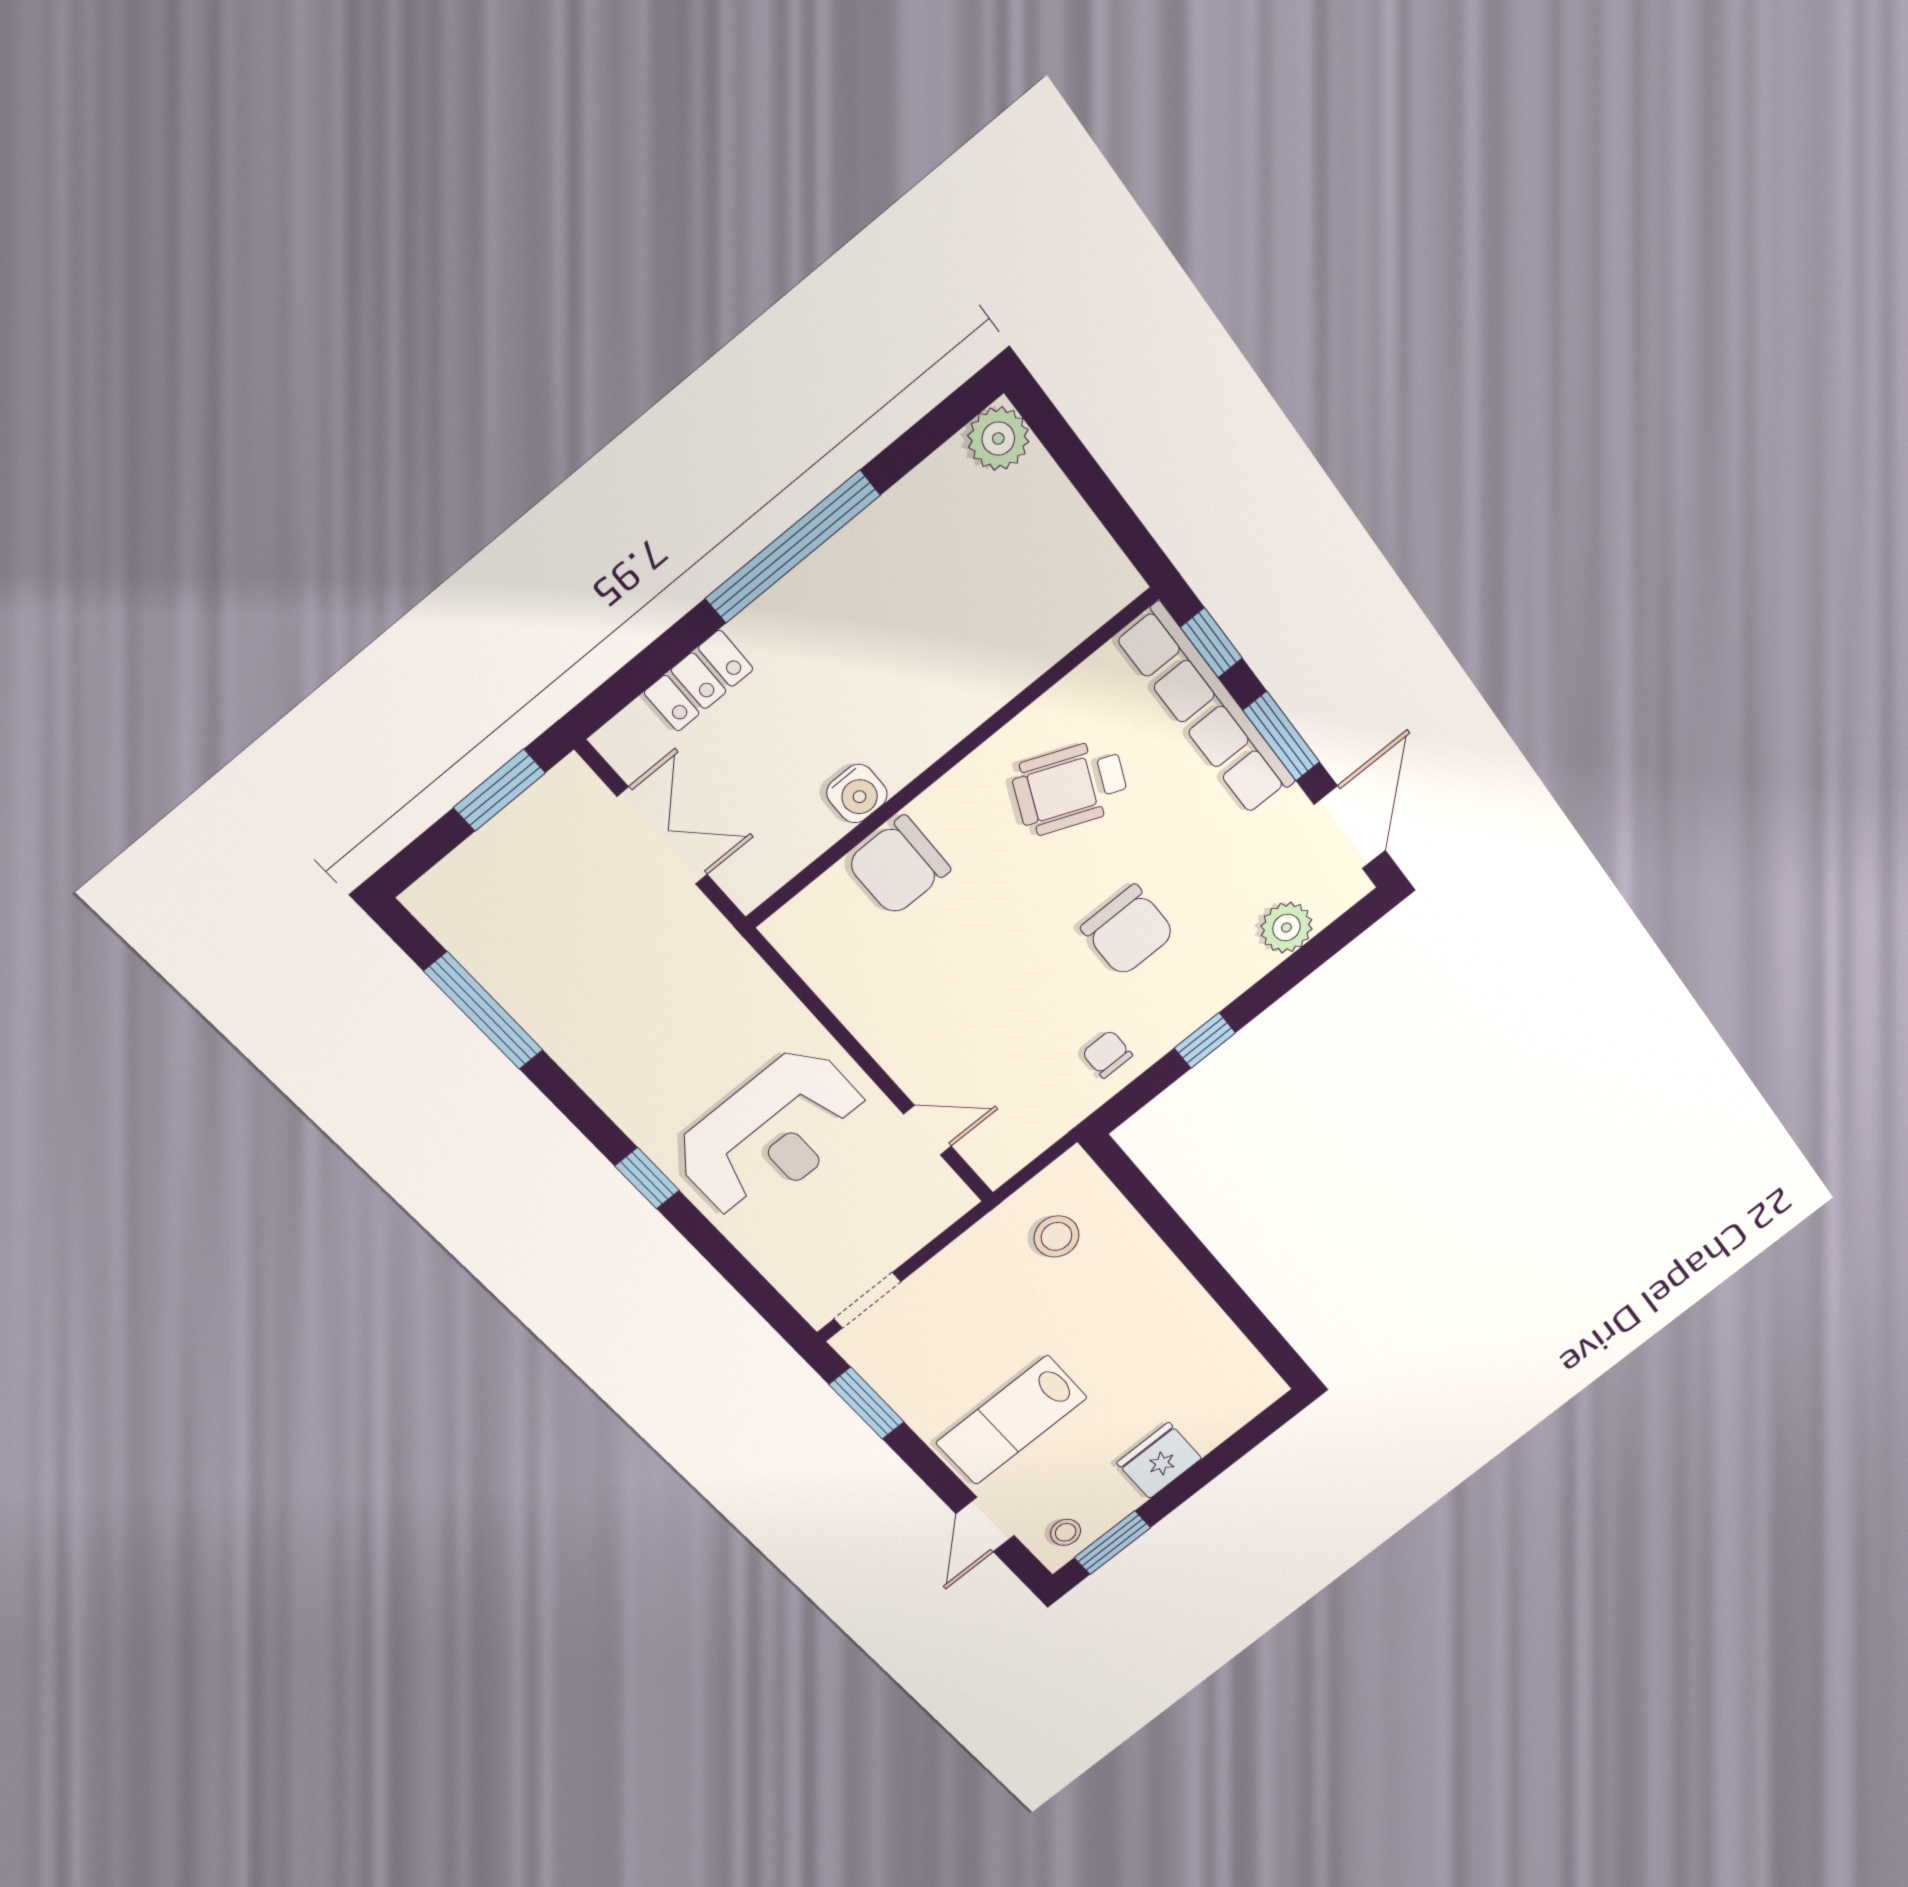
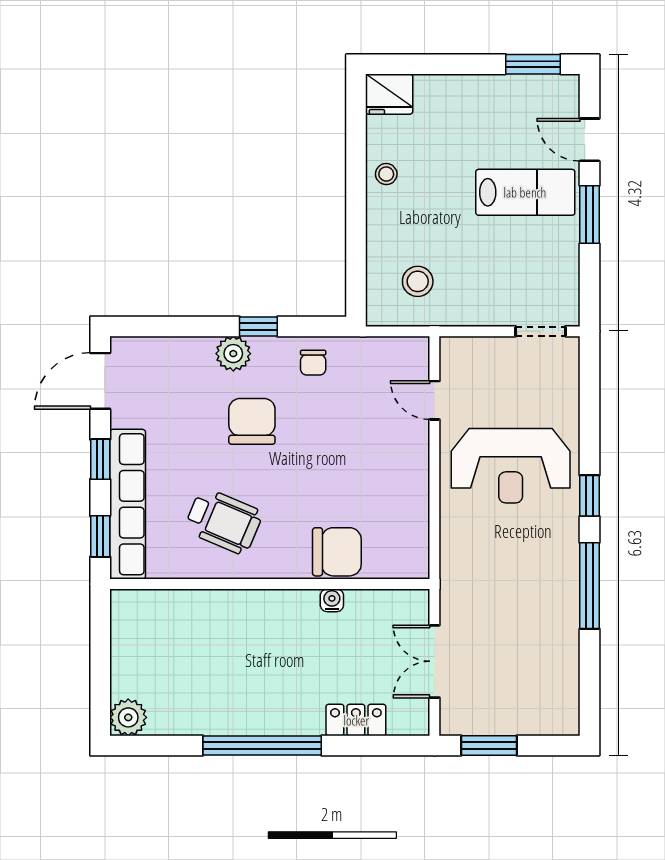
window: (1281, 736) -> (100, 459), width x0.67
water cooler: (857, 794) -> (332, 600), width x0.72, depth x0.72
plant: (1286, 928) -> (233, 354), moved
window: (484, 1011) -> (590, 586), moved
reception desk: (772, 1134) -> (511, 466), turned 180
window: (867, 1403) -> (590, 215), moved
fridge: (1159, 1460) -> (389, 94), moved
door: (985, 1525) -> (590, 140), swing flipped
stool: (1066, 1532) -> (386, 174), moved

